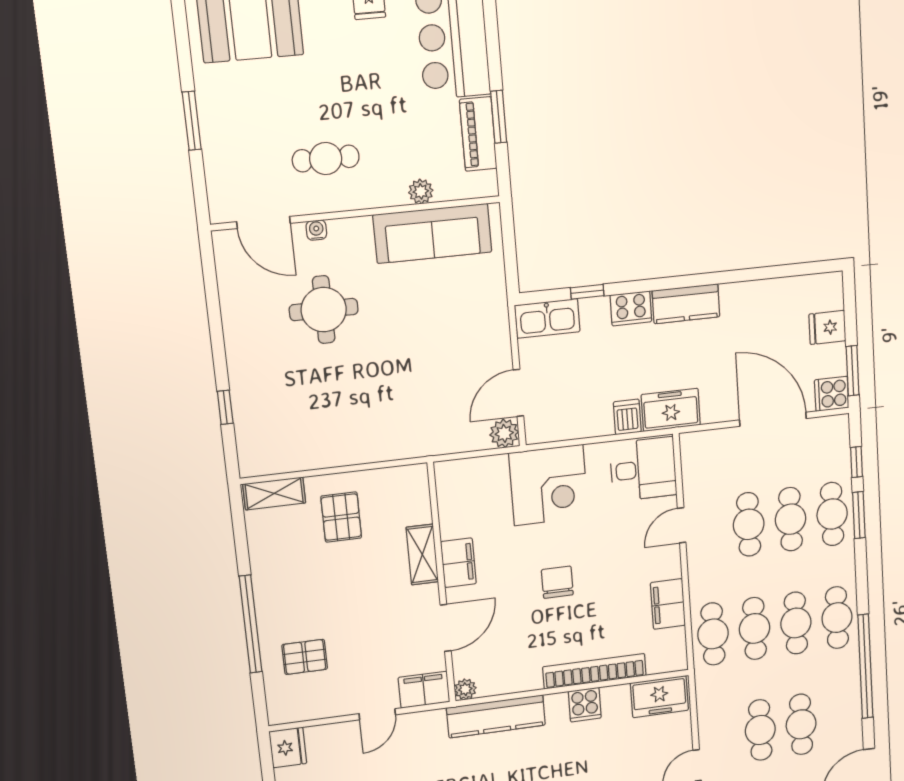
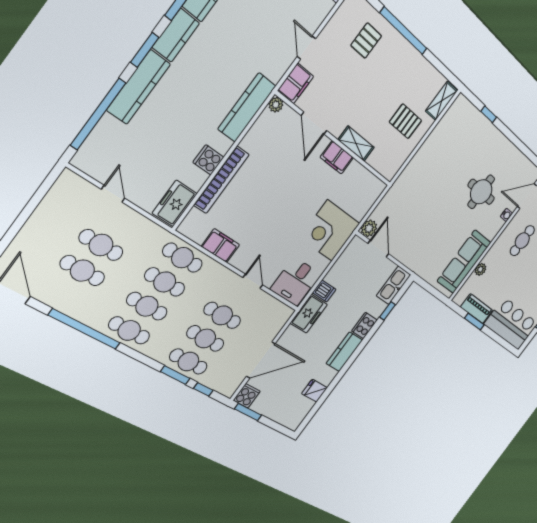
fridge: (827, 327) -> (315, 391), moved, turned -90
chair: (557, 582) -> (283, 198), removed

